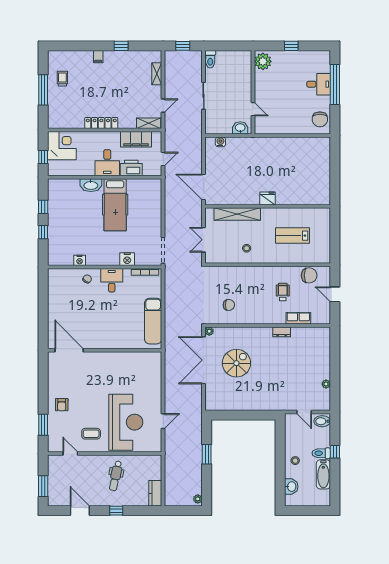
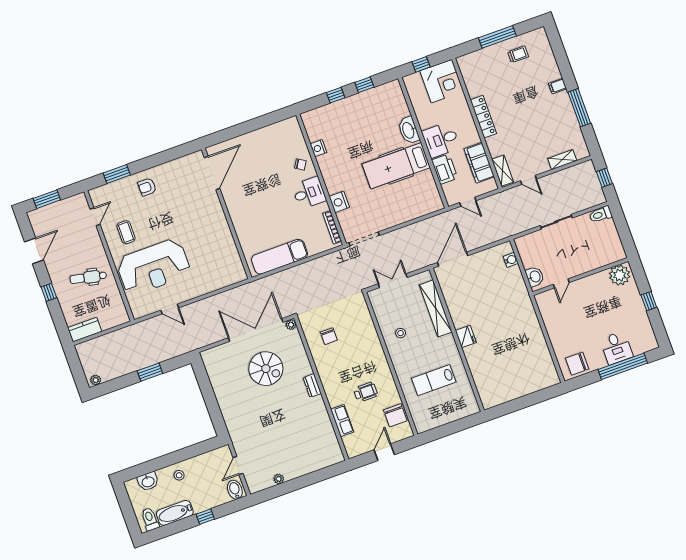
window: (121, 46) -> (579, 108), width x2.17
lab bench: (292, 236) -> (434, 380), turned -90
dresser: (282, 332) -> (312, 386), moved
toilet: (321, 453) -> (150, 519), moved

